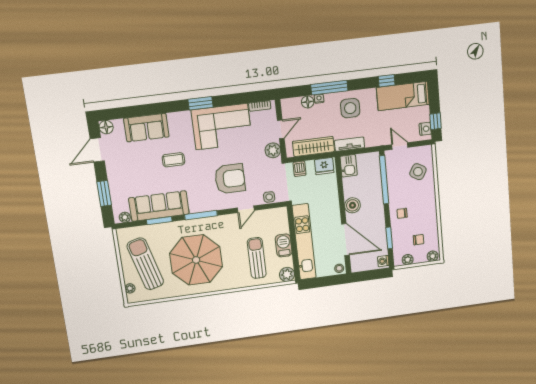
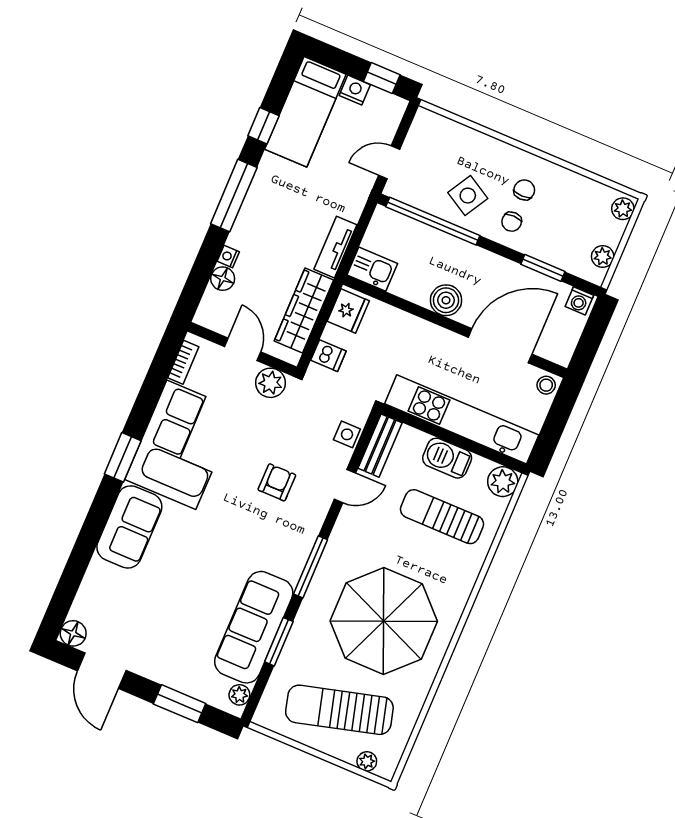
window: (329, 88) -> (234, 196), moved
side table: (350, 108) -> (274, 213), removed
sofa: (146, 128) -> (129, 527), moved
nightstand: (425, 129) -> (355, 90), moved
coffee table: (173, 160) -> (190, 557), removed
side table: (418, 172) -> (468, 196), moved
armchair: (230, 179) -> (277, 482), width x0.53, depth x0.53
door: (246, 209) -> (345, 486), hinge flipped
bench: (272, 214) -> (380, 446), added
chair: (419, 240) -> (524, 190), moved

